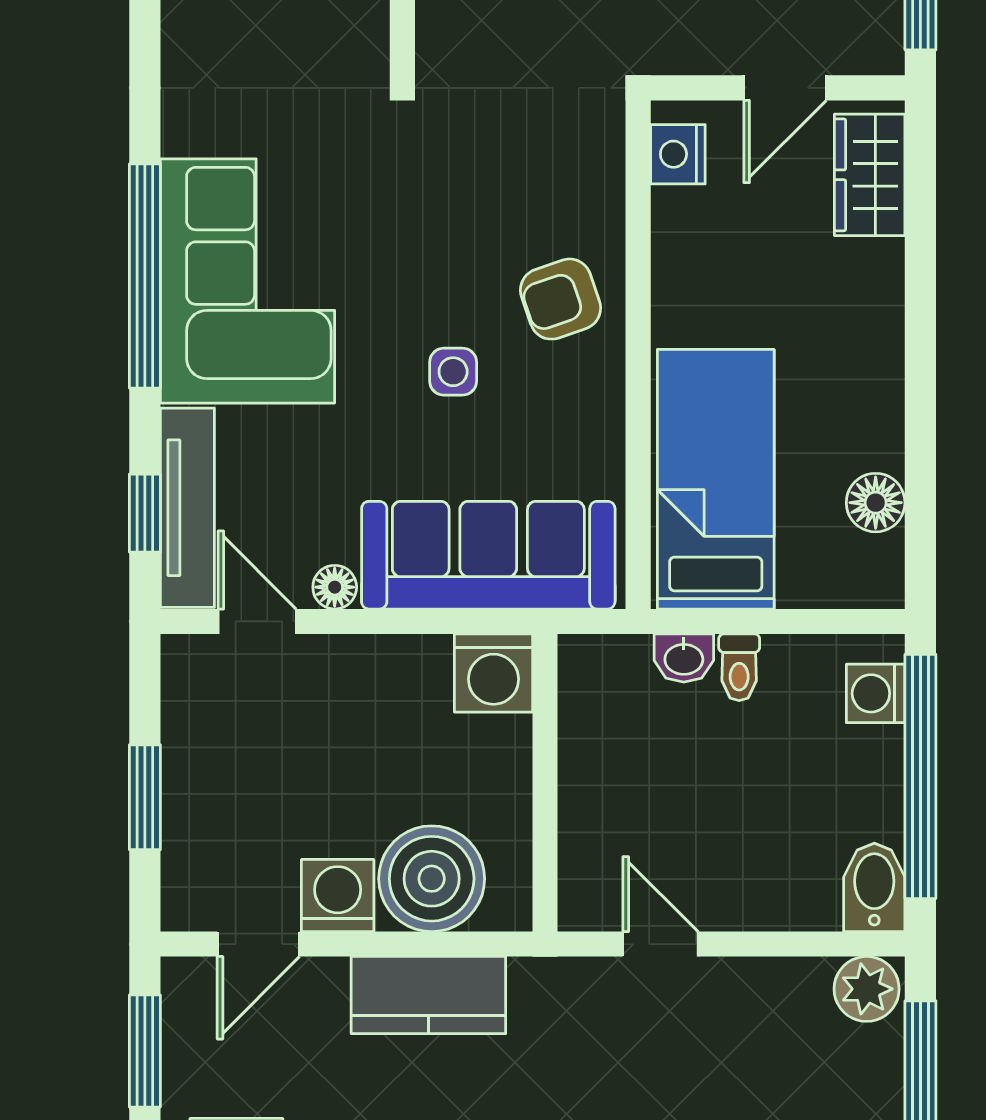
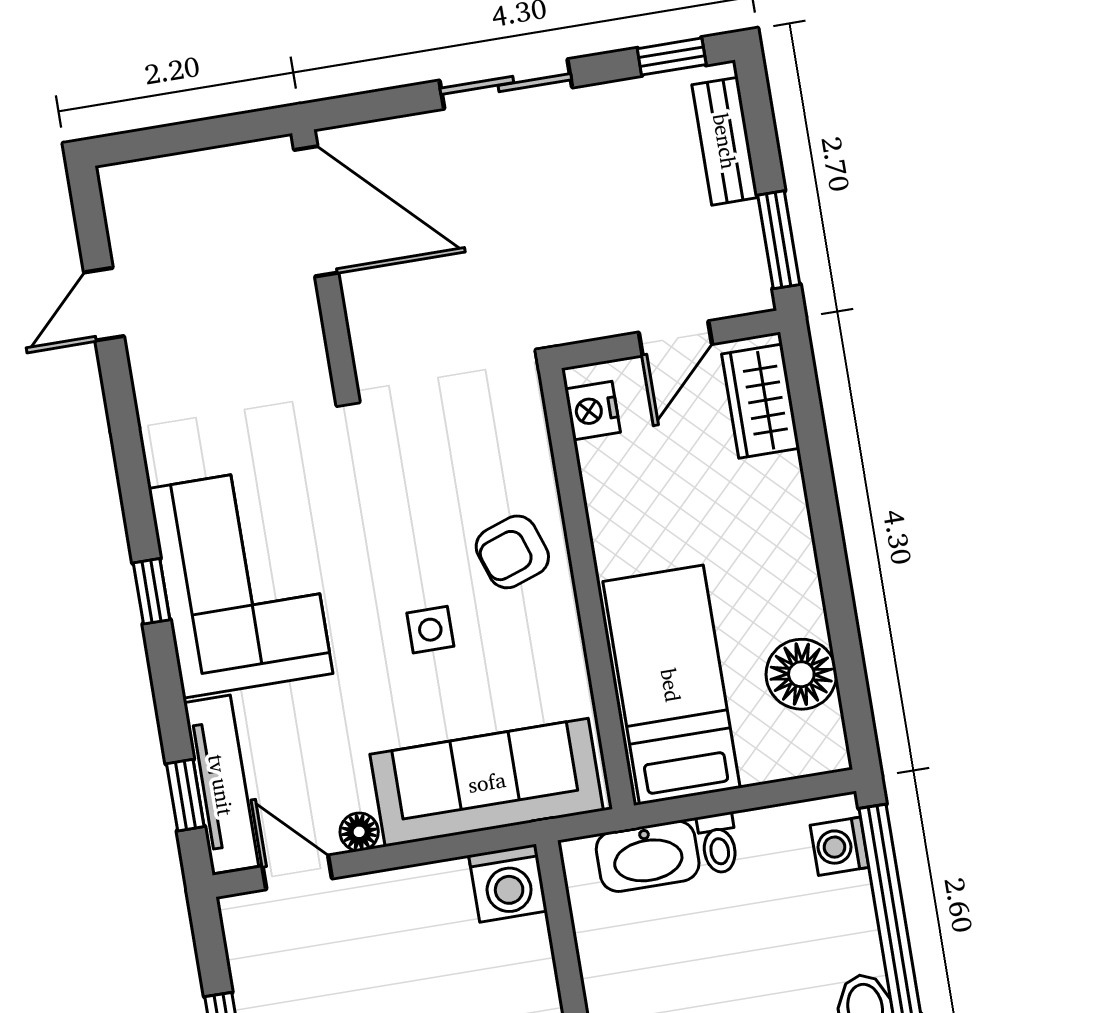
window: (145, 276) -> (152, 591), width x0.32
floor lamp: (876, 503) -> (801, 674), width x1.38, depth x1.38
washbasin: (684, 658) -> (648, 856), width x1.91, depth x1.45

